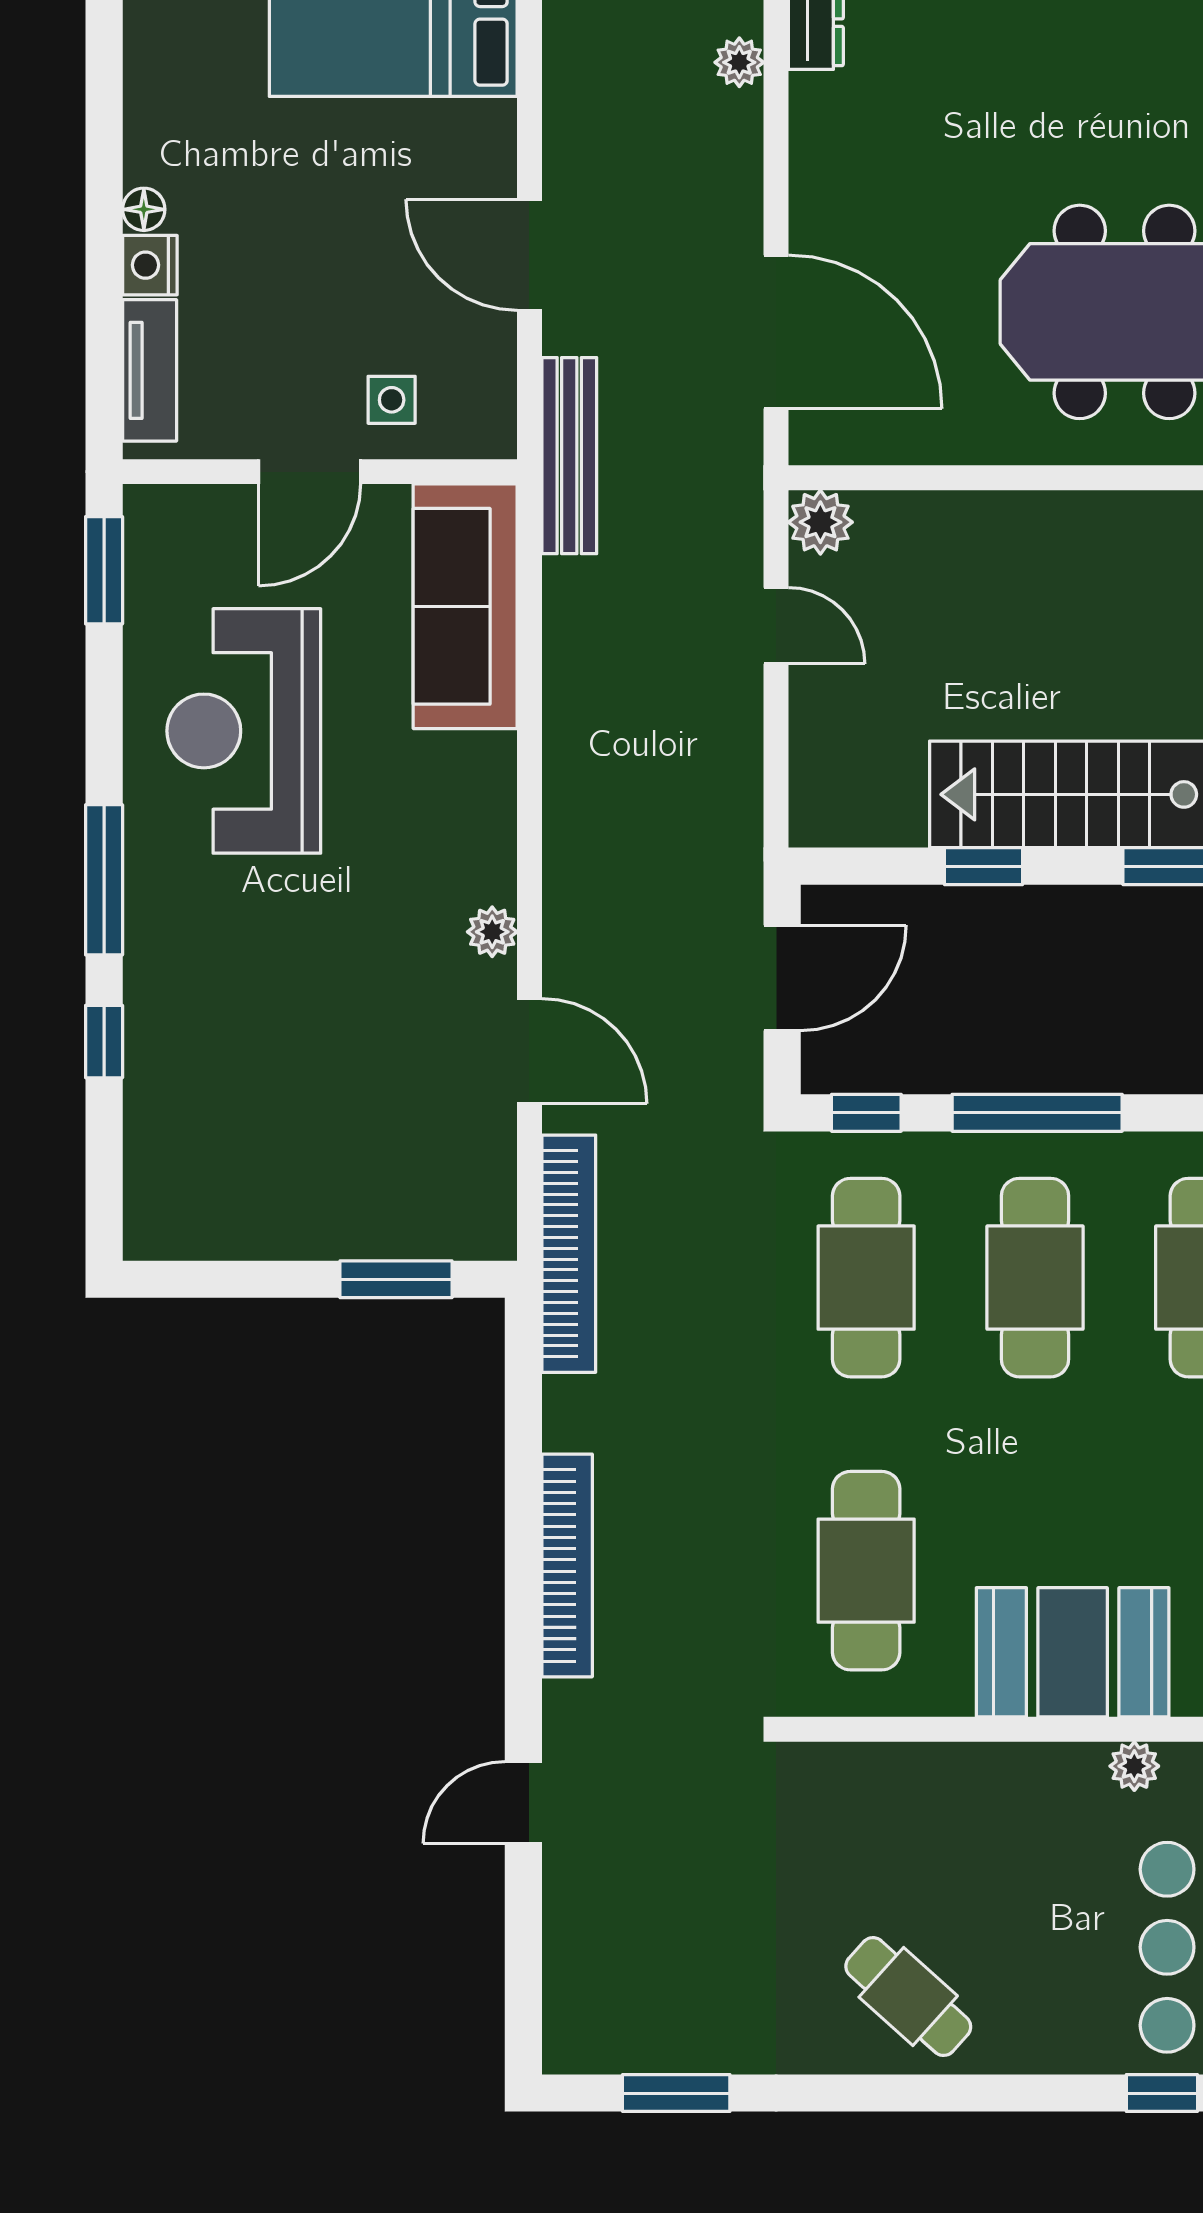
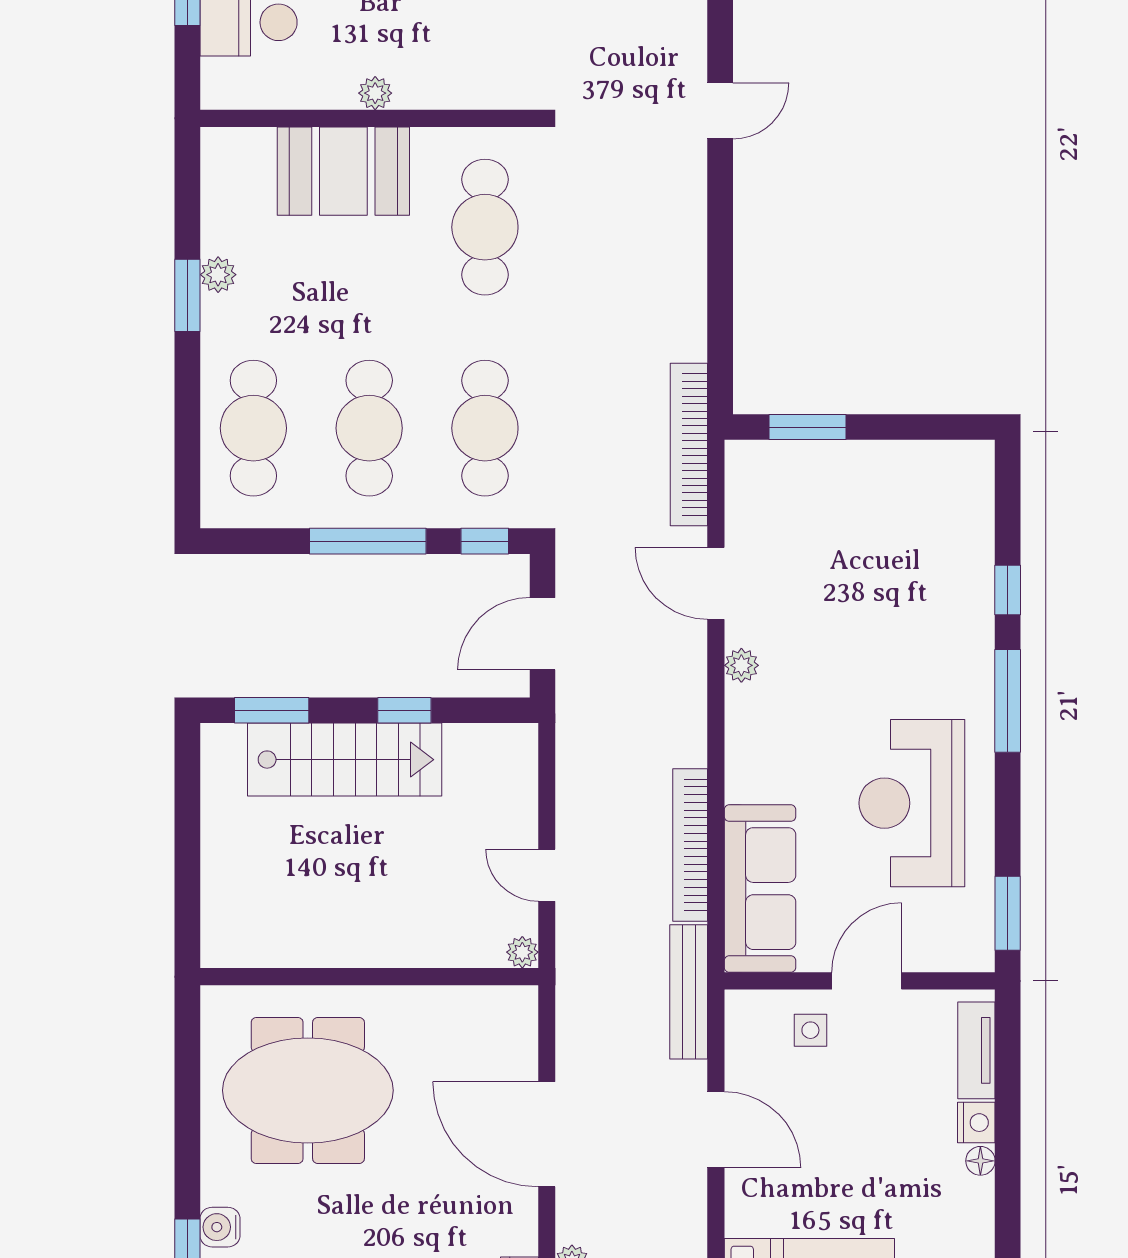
door: (776, 332) -> (547, 1134), moved
plant: (820, 522) -> (522, 952), width x0.73, depth x0.73
reception desk: (244, 731) -> (912, 803), turned 180
bookcase: (567, 1565) -> (690, 845), moved
plant: (1134, 1766) -> (375, 93), moved
door: (523, 1802) -> (720, 111), moved

